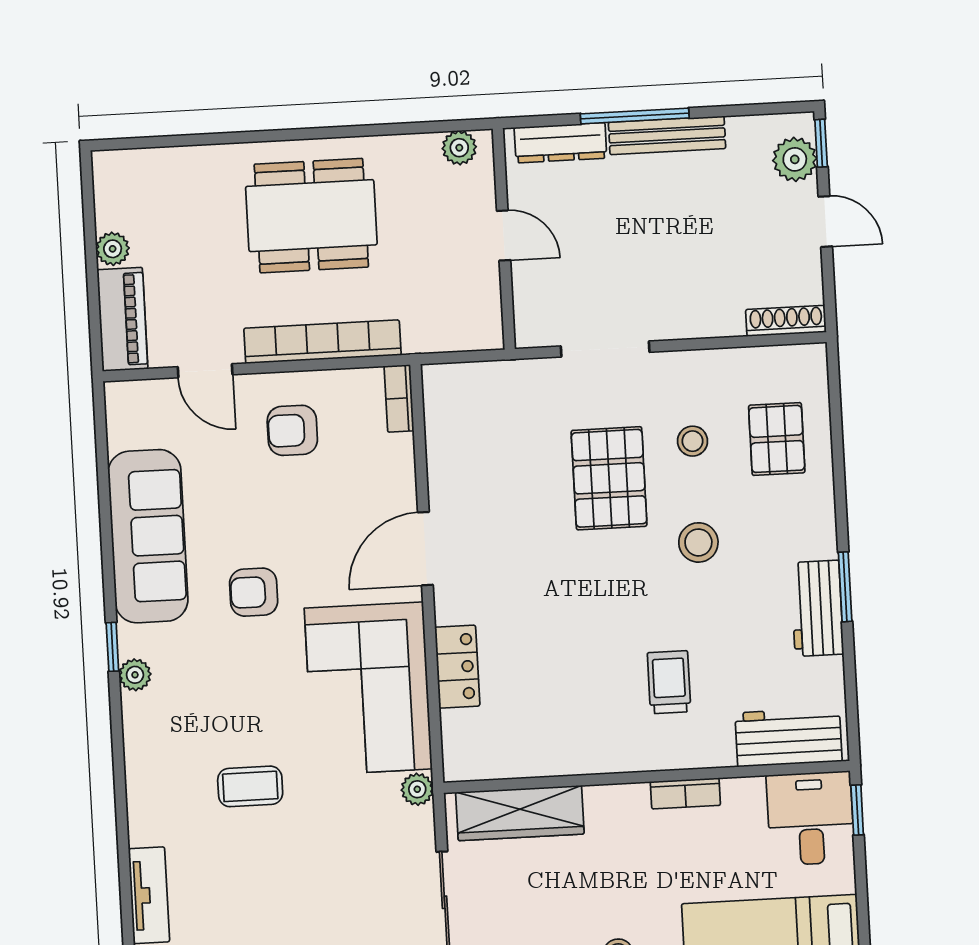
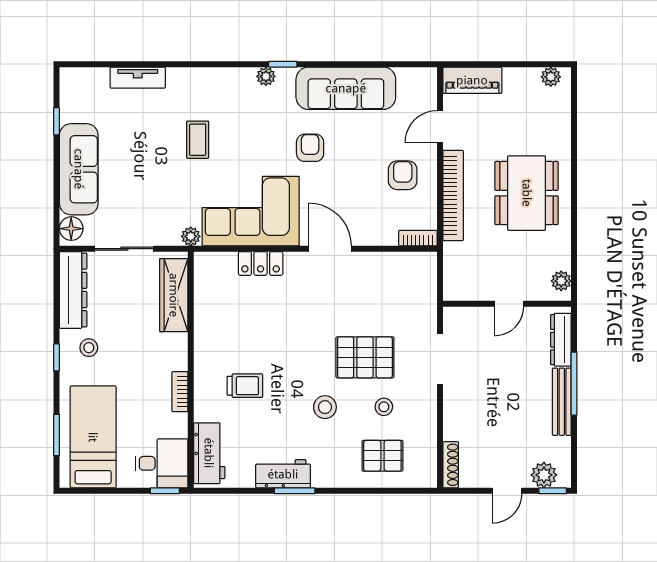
plant: (113, 249) -> (551, 77), moved

